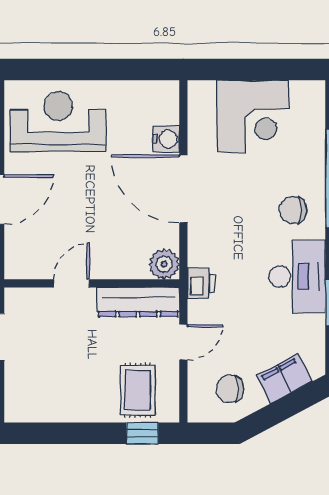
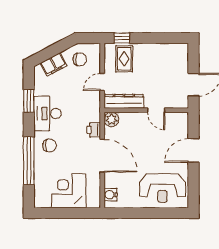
water cooler: (166, 139) -> (111, 195), moved
door: (71, 283) -> (156, 110), hinge flipped
printer: (201, 283) -> (94, 130), moved

